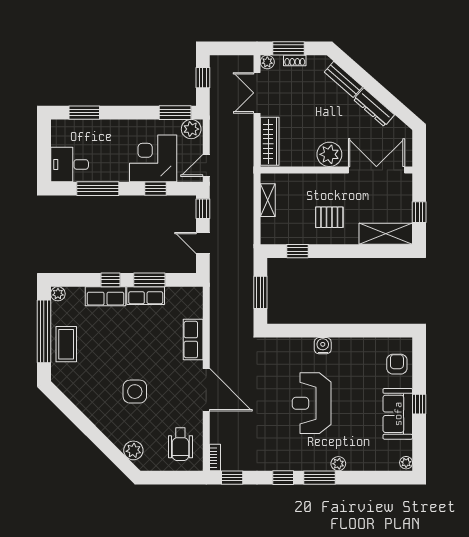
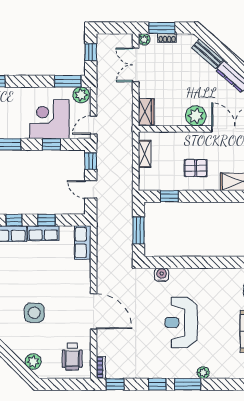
wardrobe: (270, 141) -> (146, 112), width x0.67
window: (149, 280) -> (46, 220), width x0.67
row of seats: (193, 340) -> (83, 243), moved
water cooler: (323, 346) -> (162, 275), moved

